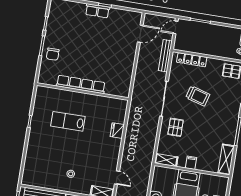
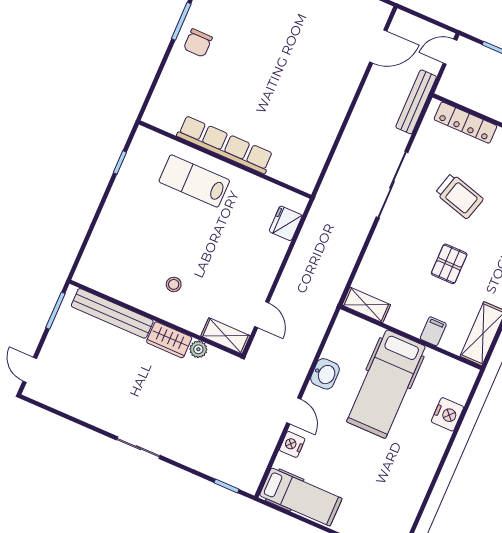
row of seats: (81, 84) -> (225, 145), moved
wall: (83, 92) -> (225, 160), moved
pallet: (176, 127) -> (449, 264), moved
filing cabinet: (191, 163) -> (433, 331), moved

